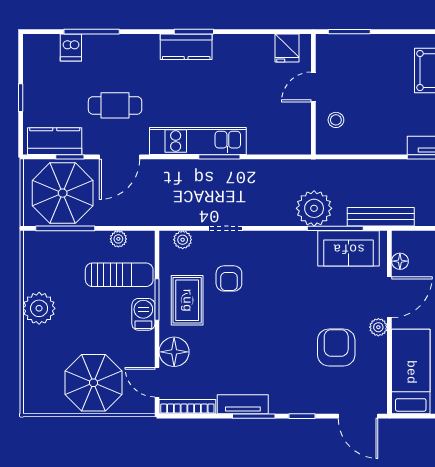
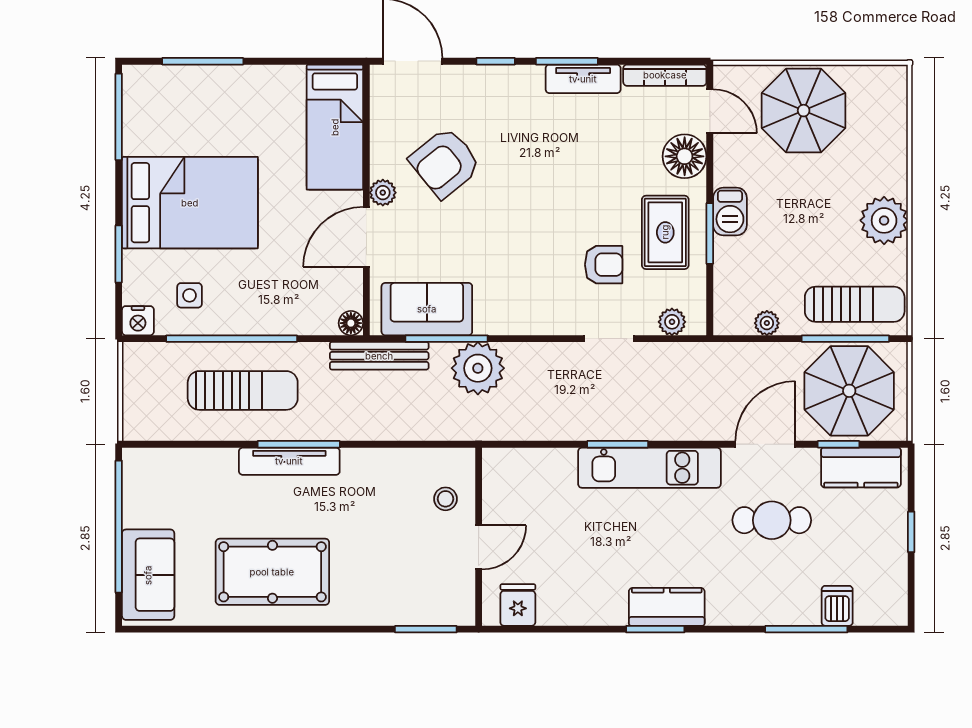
floor lamp: (400, 261) -> (351, 323), moved
sun lounger: (119, 275) -> (855, 304), moved, turned 180
armchair: (229, 278) -> (604, 265), turned 90
armchair: (336, 347) -> (445, 163), turned 51

